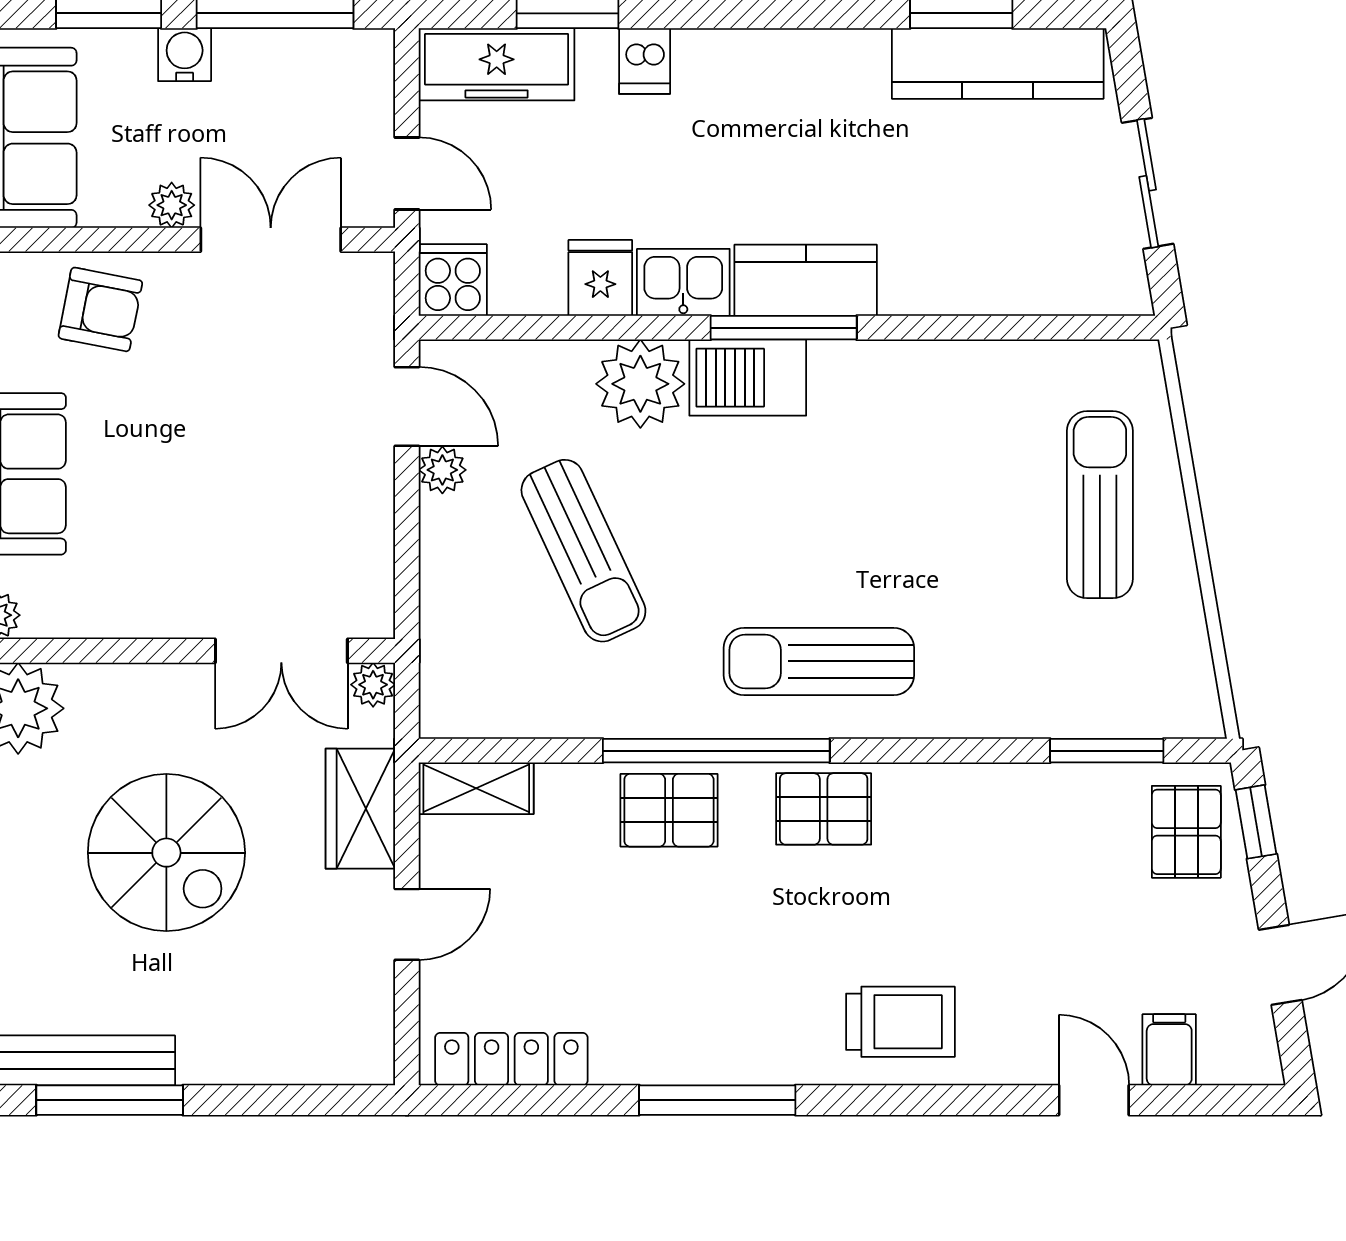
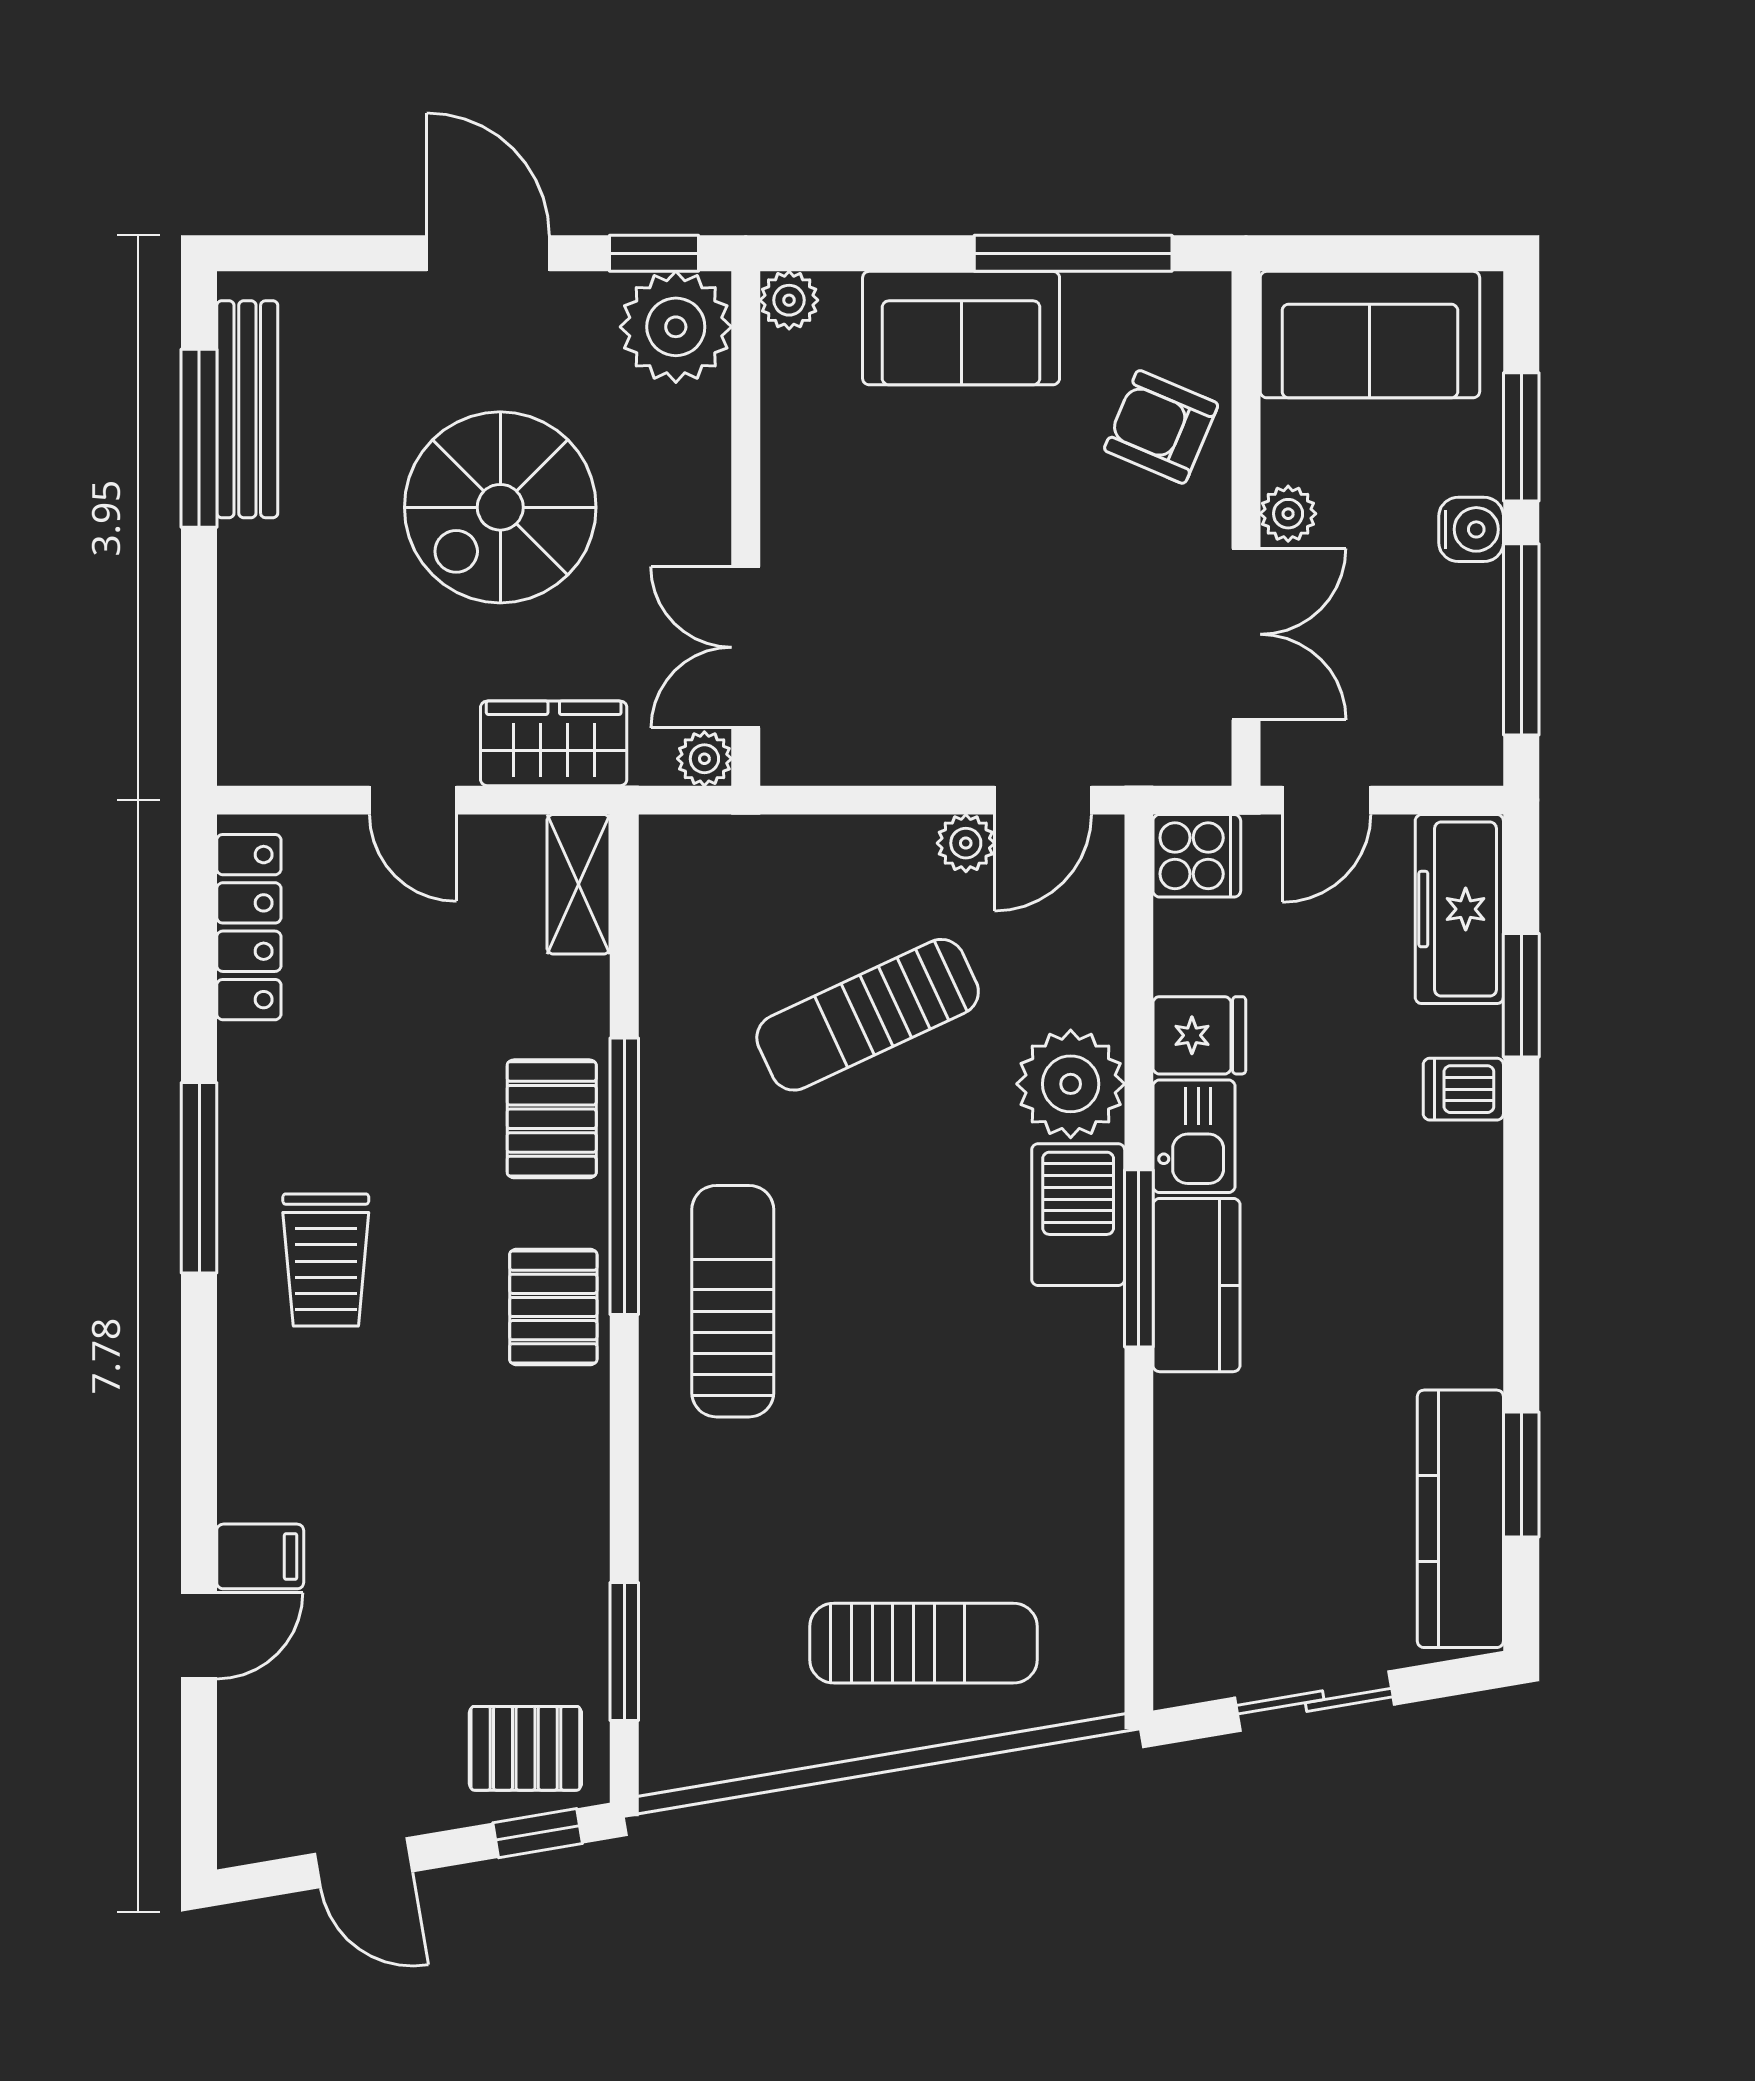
armchair: (100, 309) -> (1161, 427), turned 102
trolley: (900, 1022) -> (326, 1260), moved
filing cabinet: (1169, 1050) -> (260, 1556), moved

